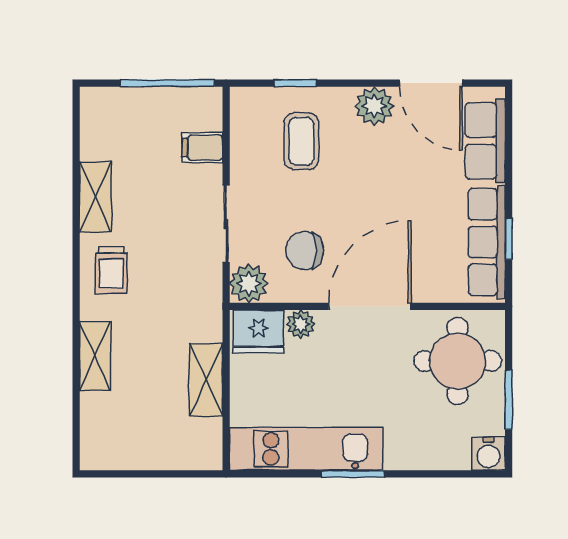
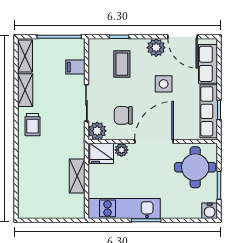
side table: (390, 184) -> (164, 84), added
shelving: (95, 356) -> (25, 56), moved

